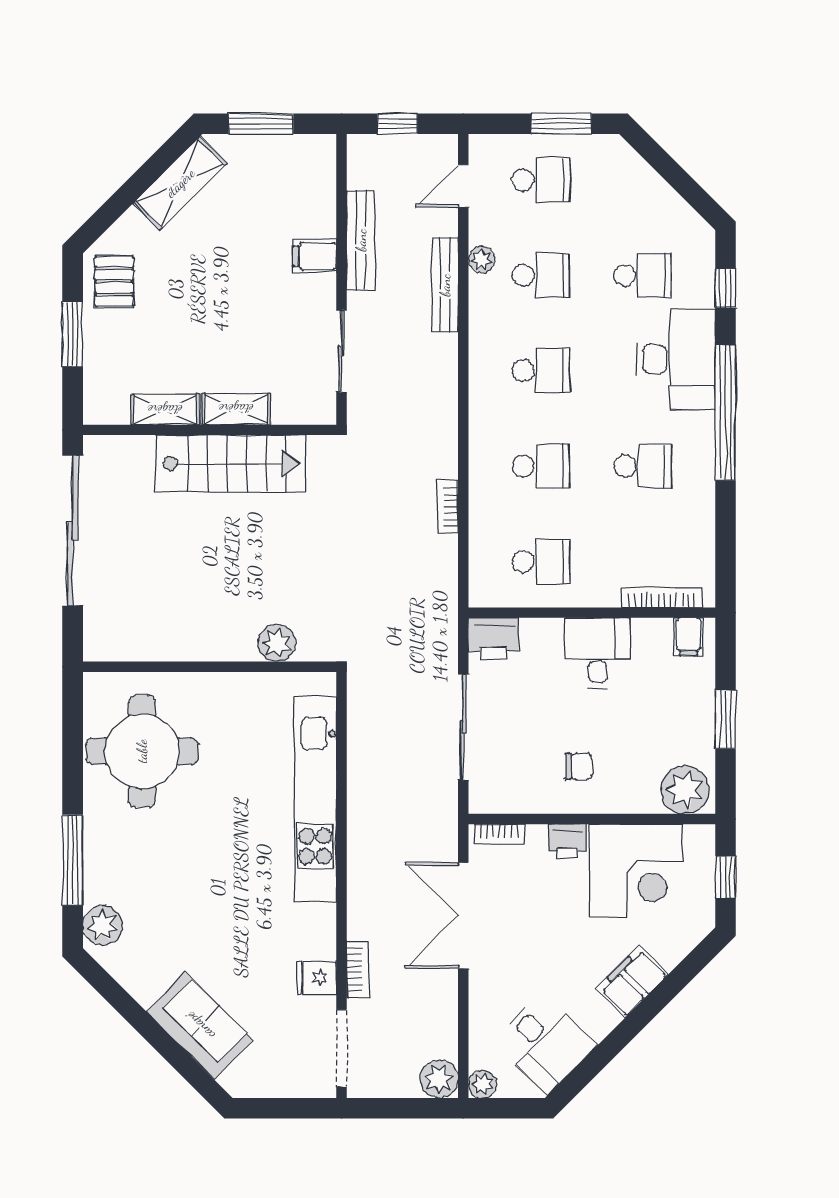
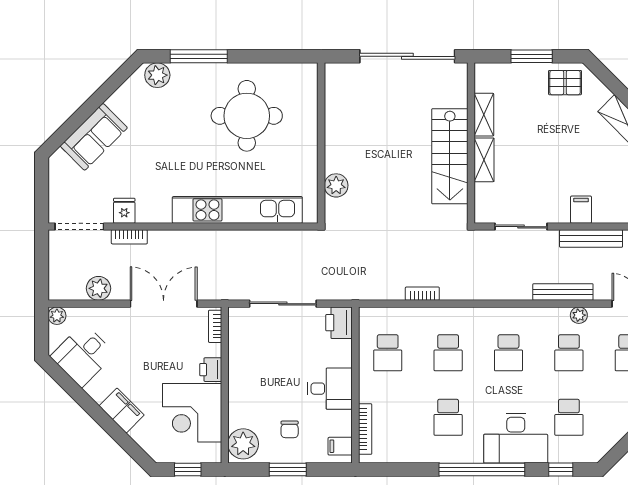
round table: (142, 751) -> (247, 116), moved
chair: (579, 766) -> (290, 429), moved
plant: (439, 1079) -> (98, 288), moved

